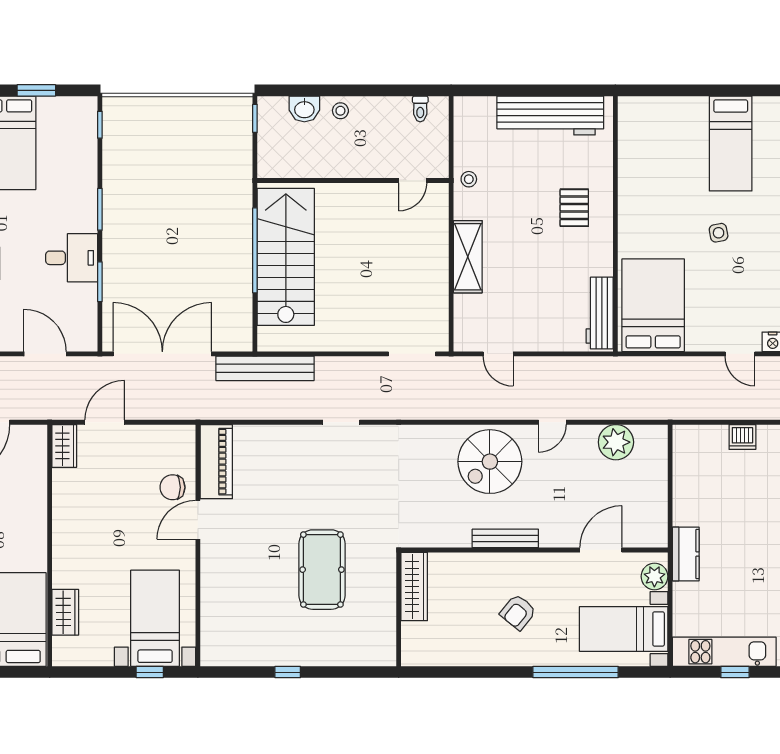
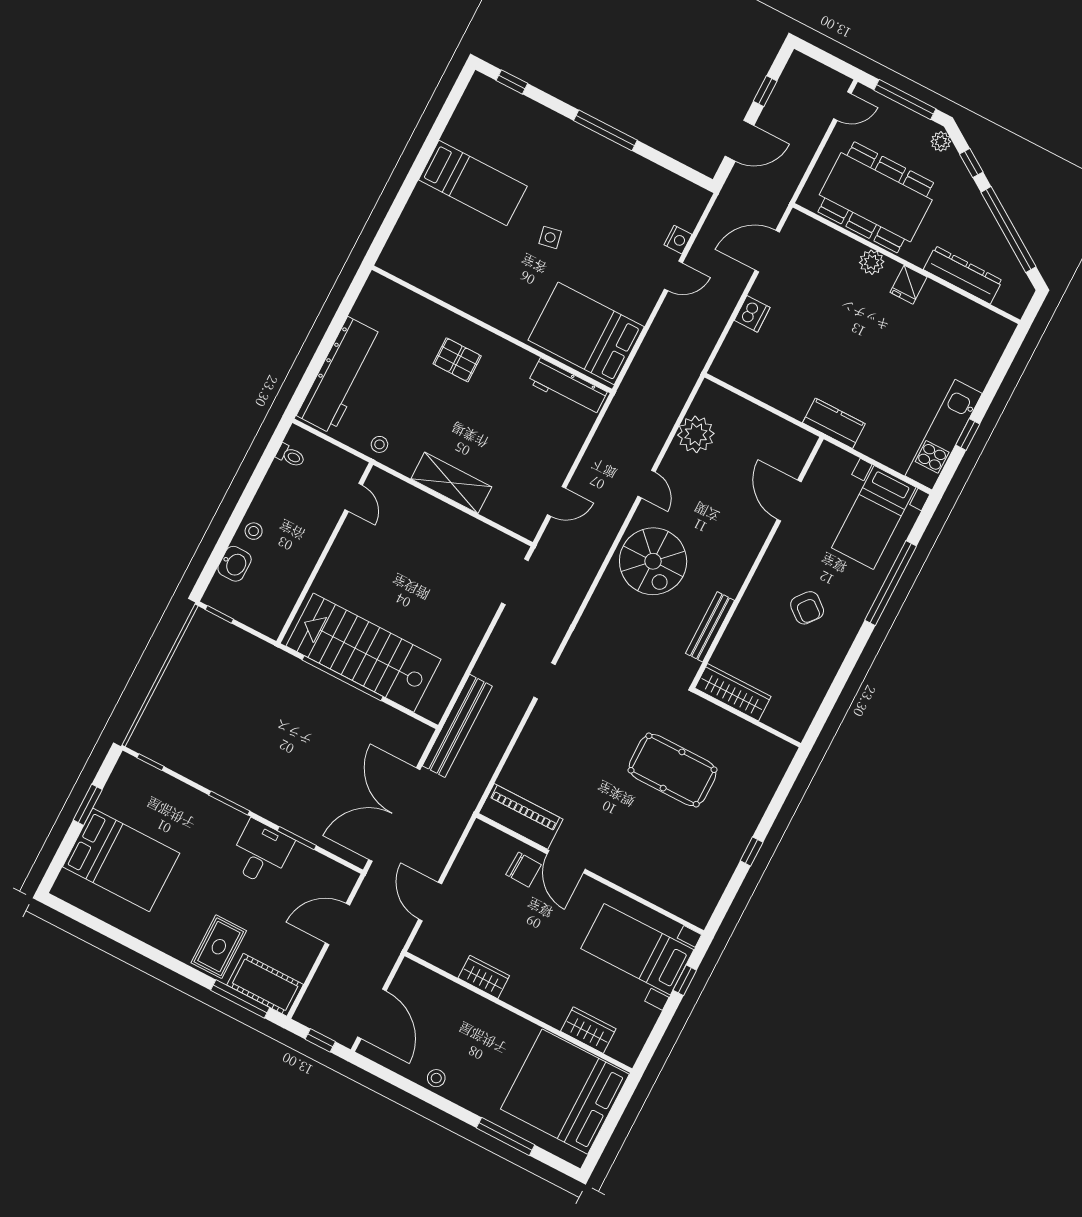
workbench: (550, 116) -> (340, 375), moved
wardrobe: (64, 446) -> (484, 977), moved
chair: (172, 487) -> (524, 870), turned -88
bench: (505, 538) -> (710, 627), moved
plant: (654, 576) -> (840, 463), removed

